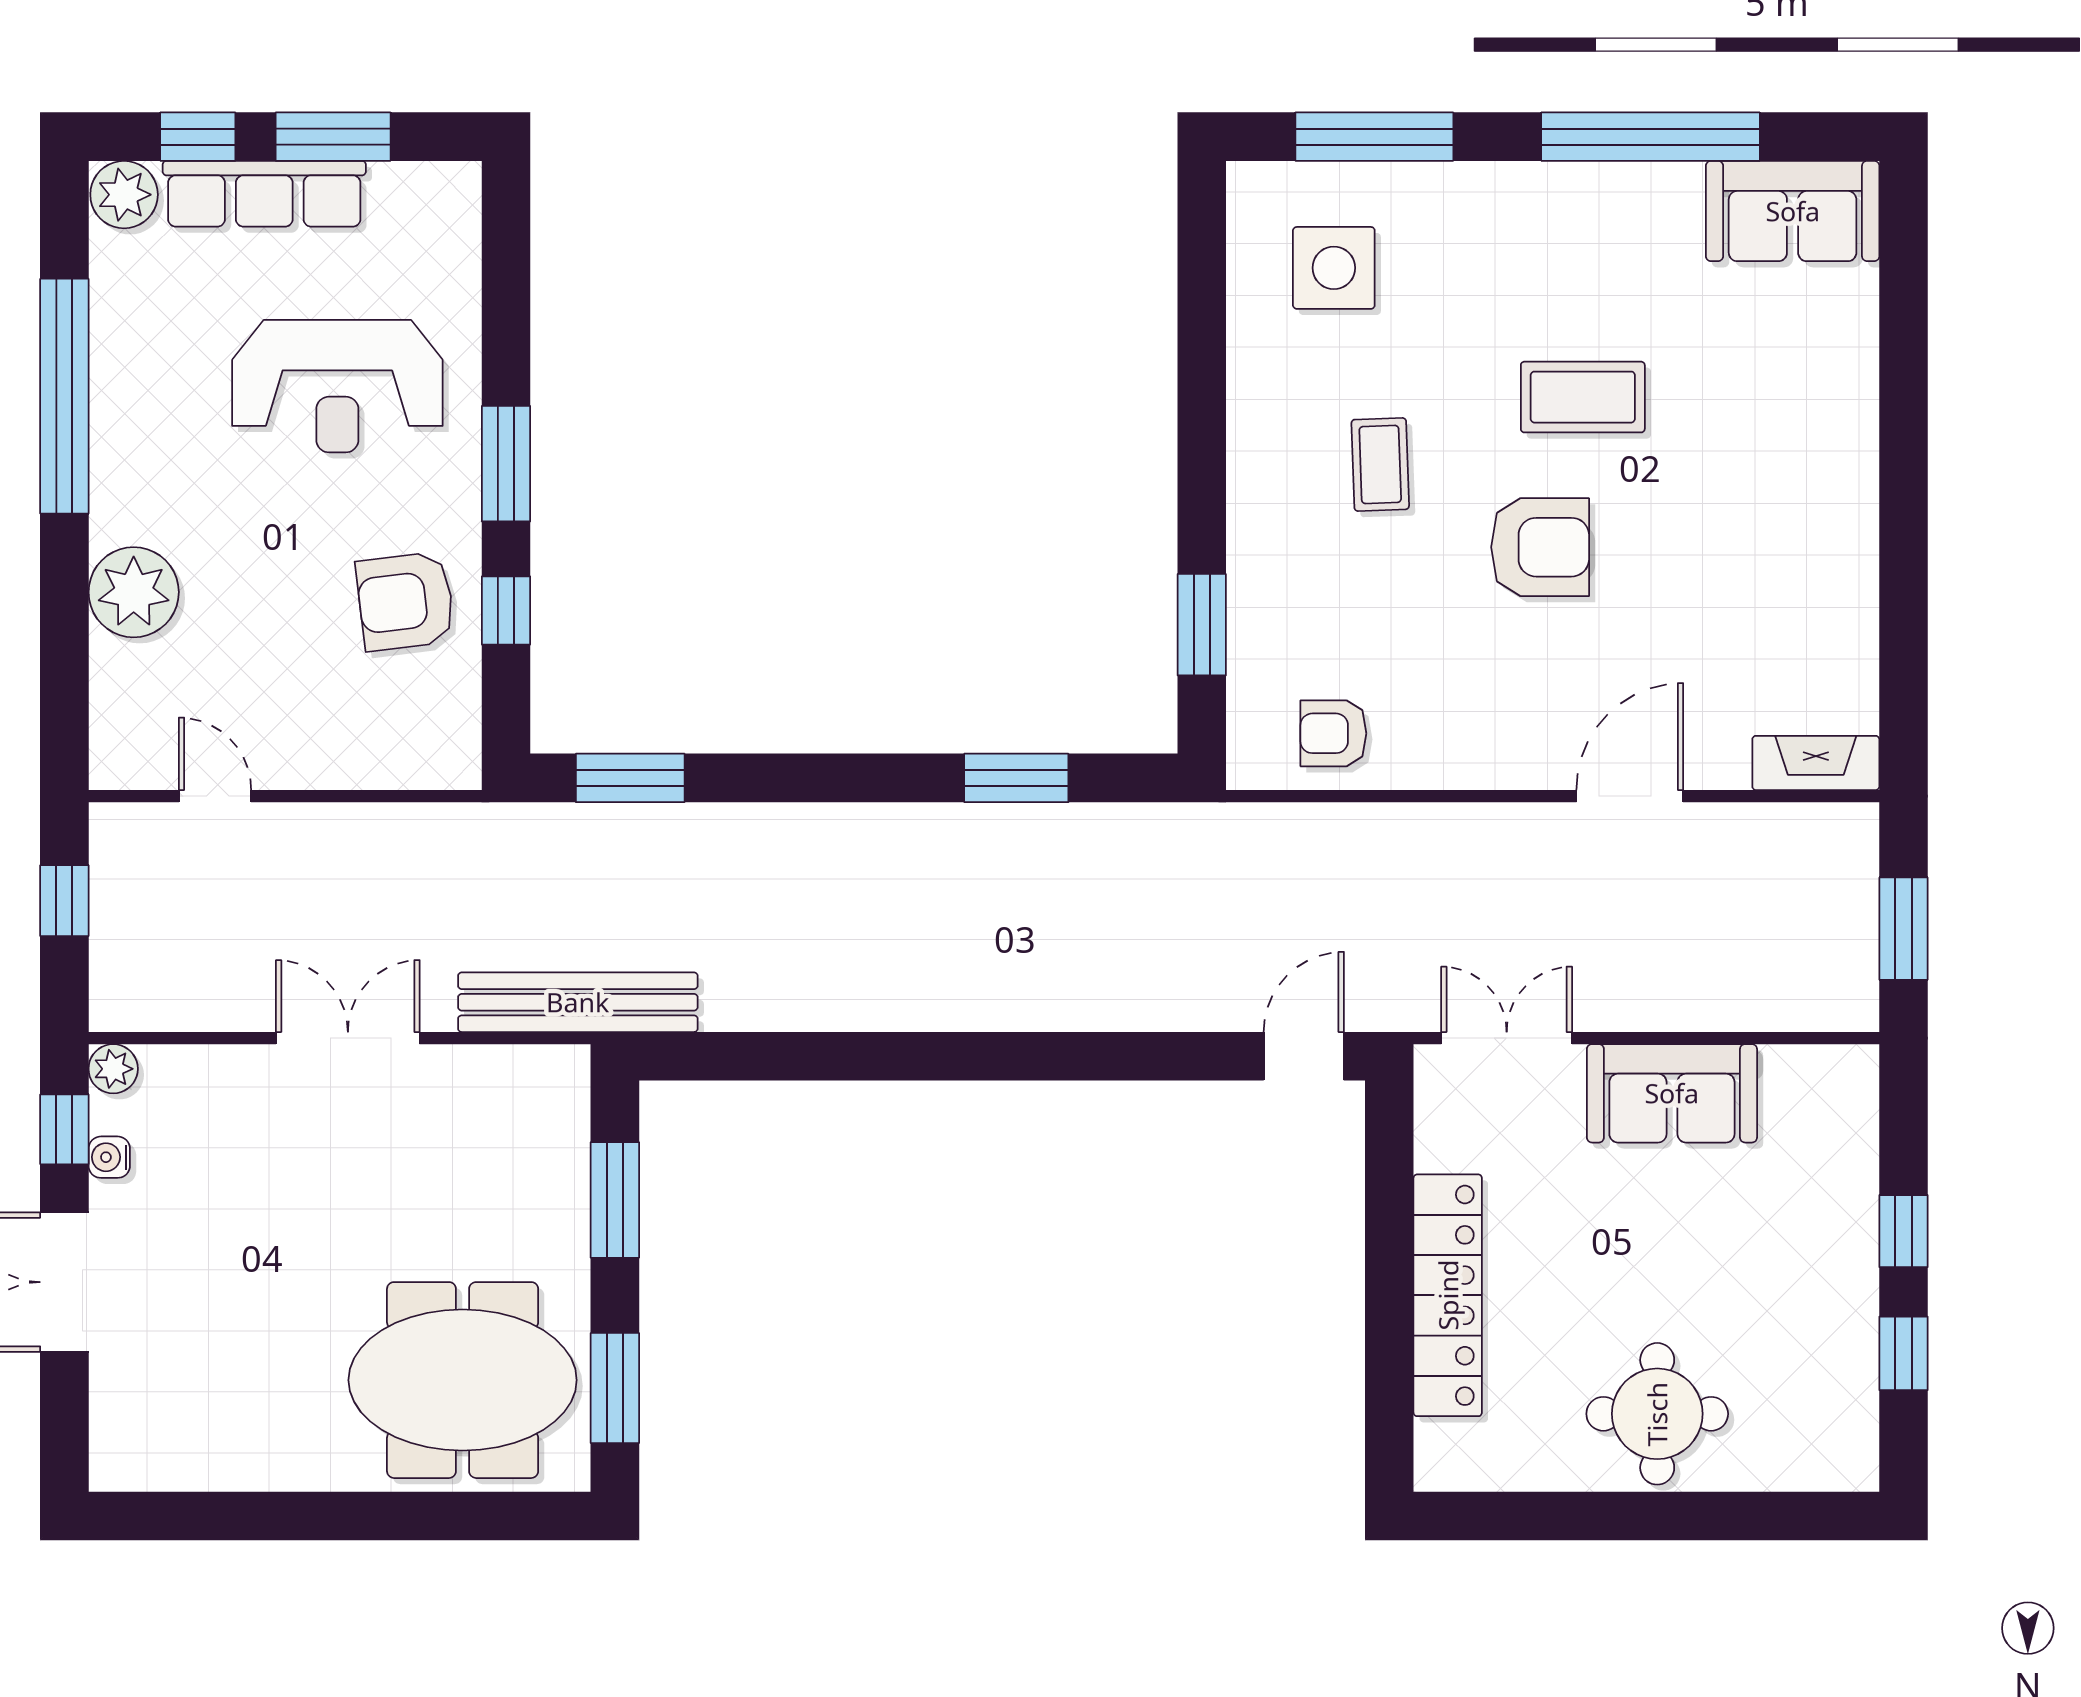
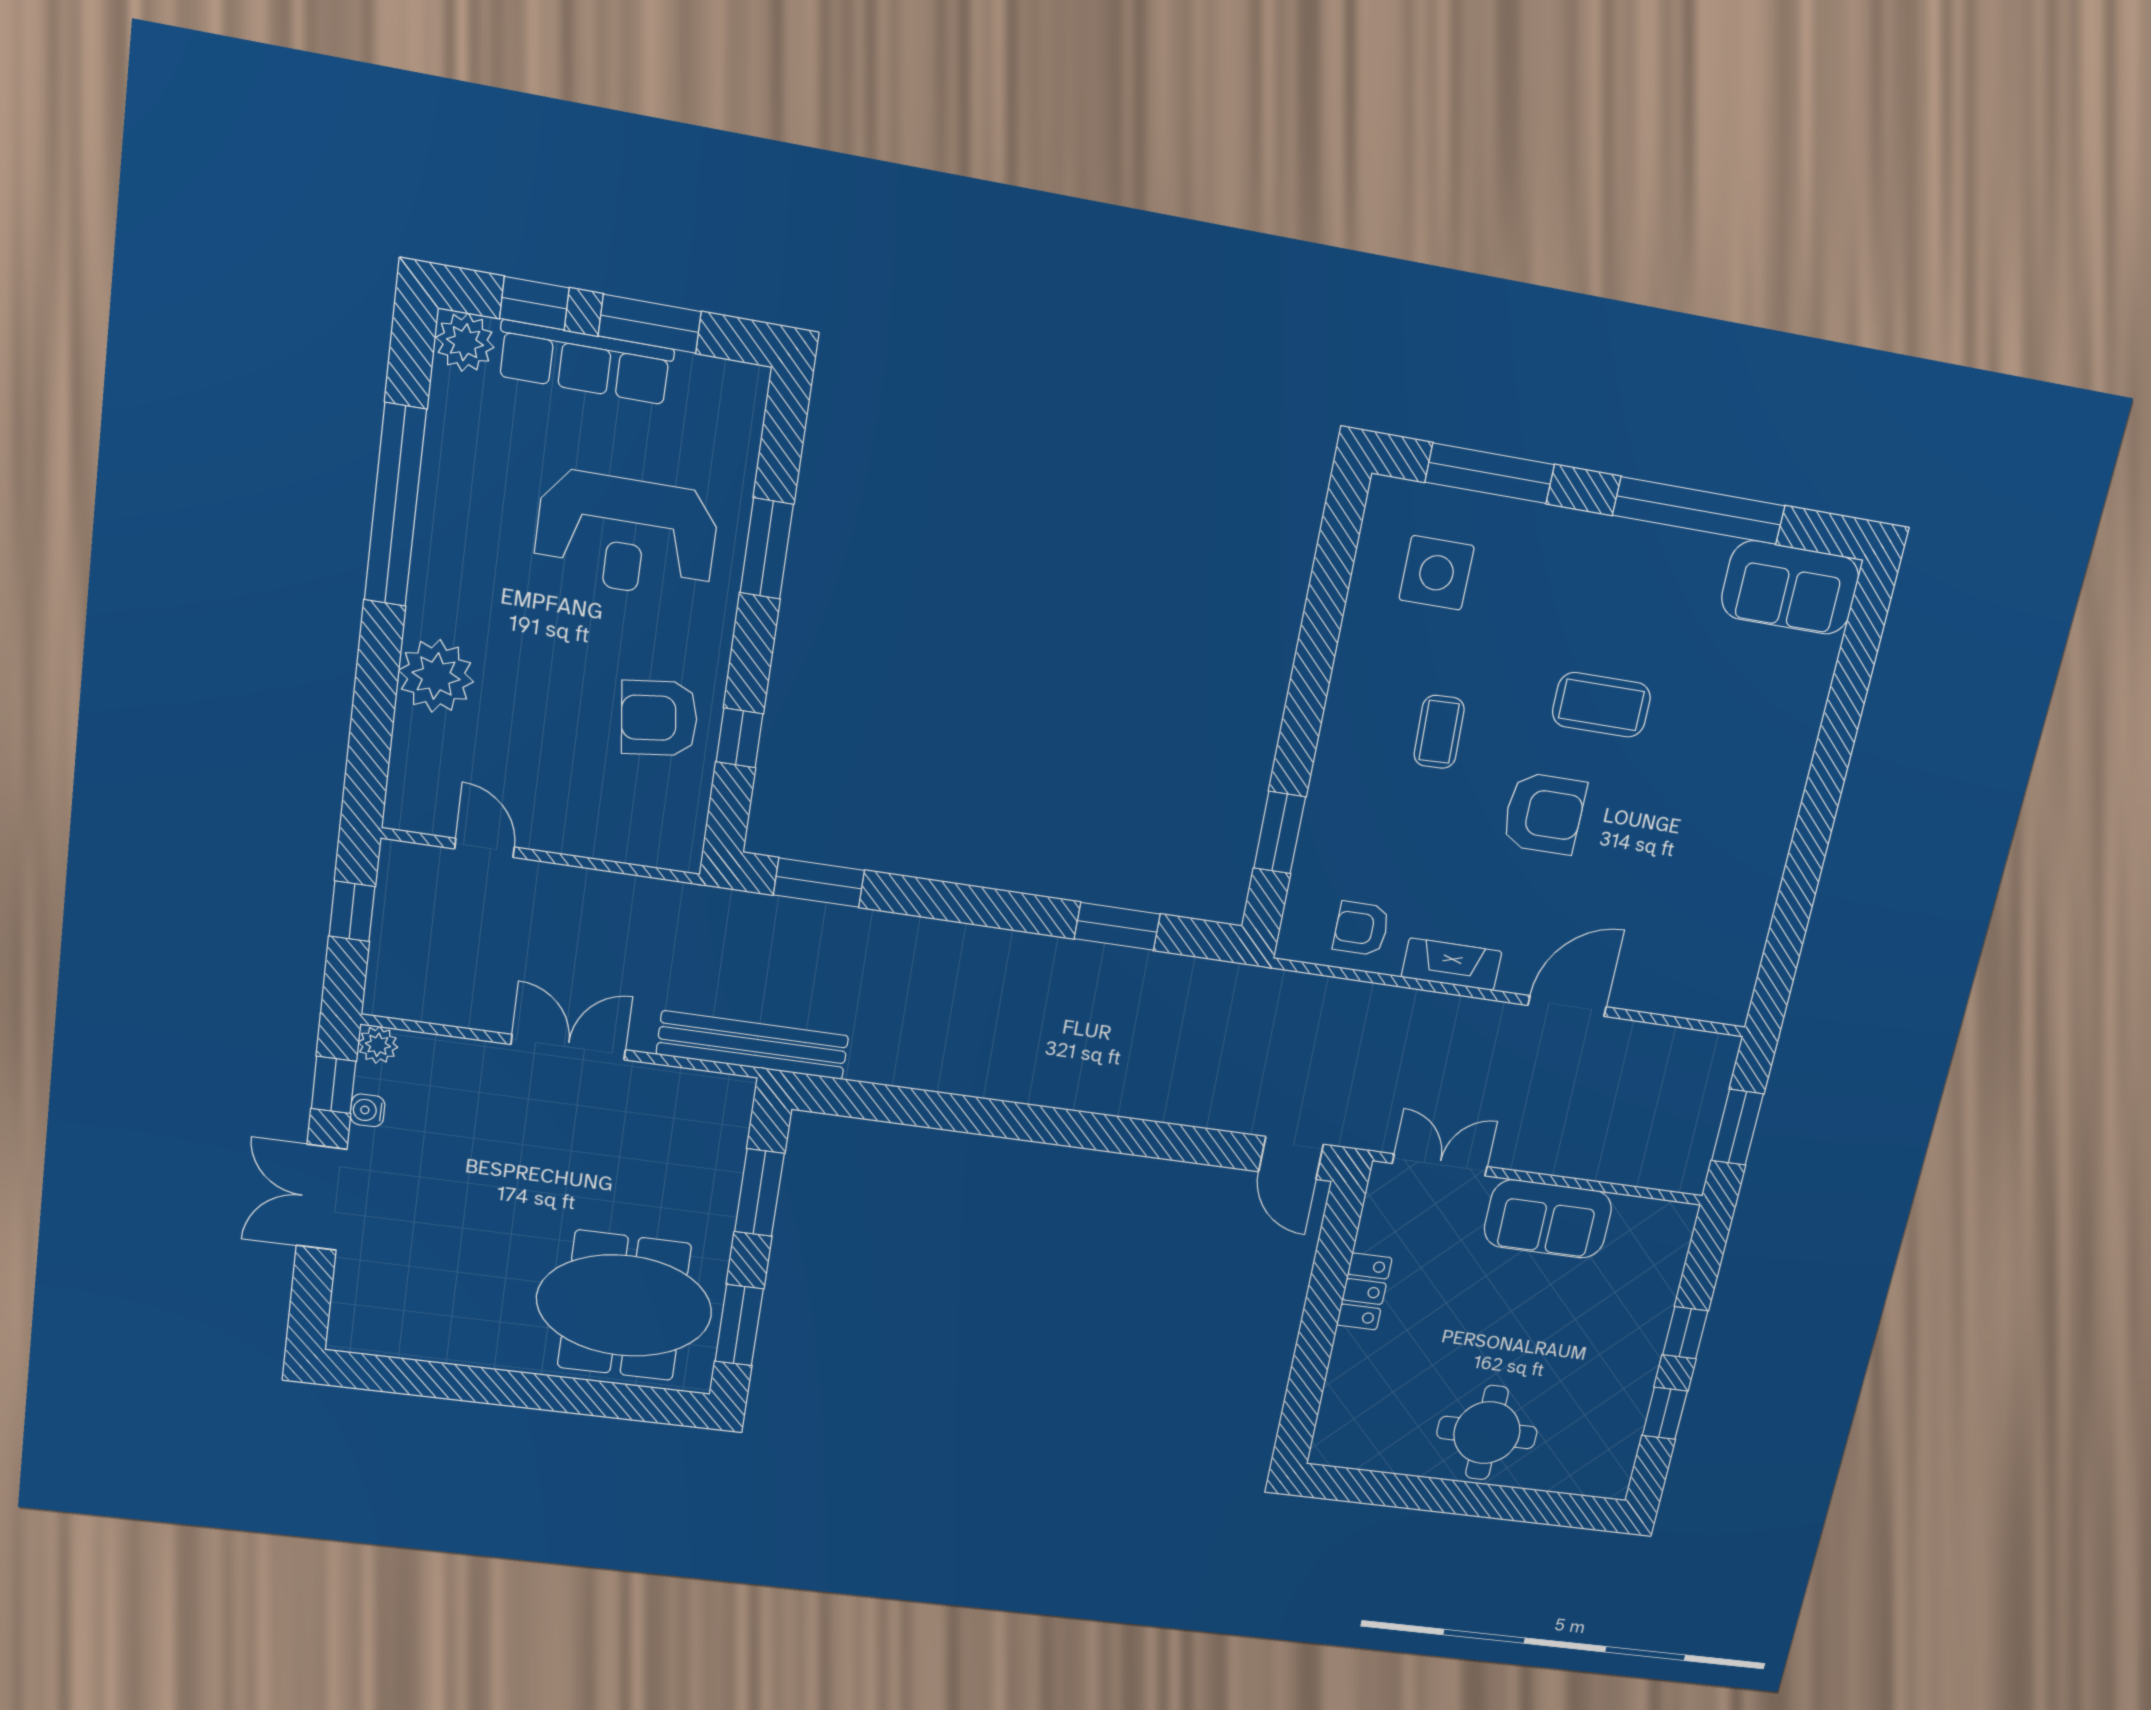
window: (506, 464) -> (767, 549), moved
fireplace: (1816, 763) -> (1451, 964), moved
door: (1304, 1056) -> (1291, 1158), swing flipped
locker: (1448, 1295) -> (1364, 1291), width x0.46, depth x0.83

